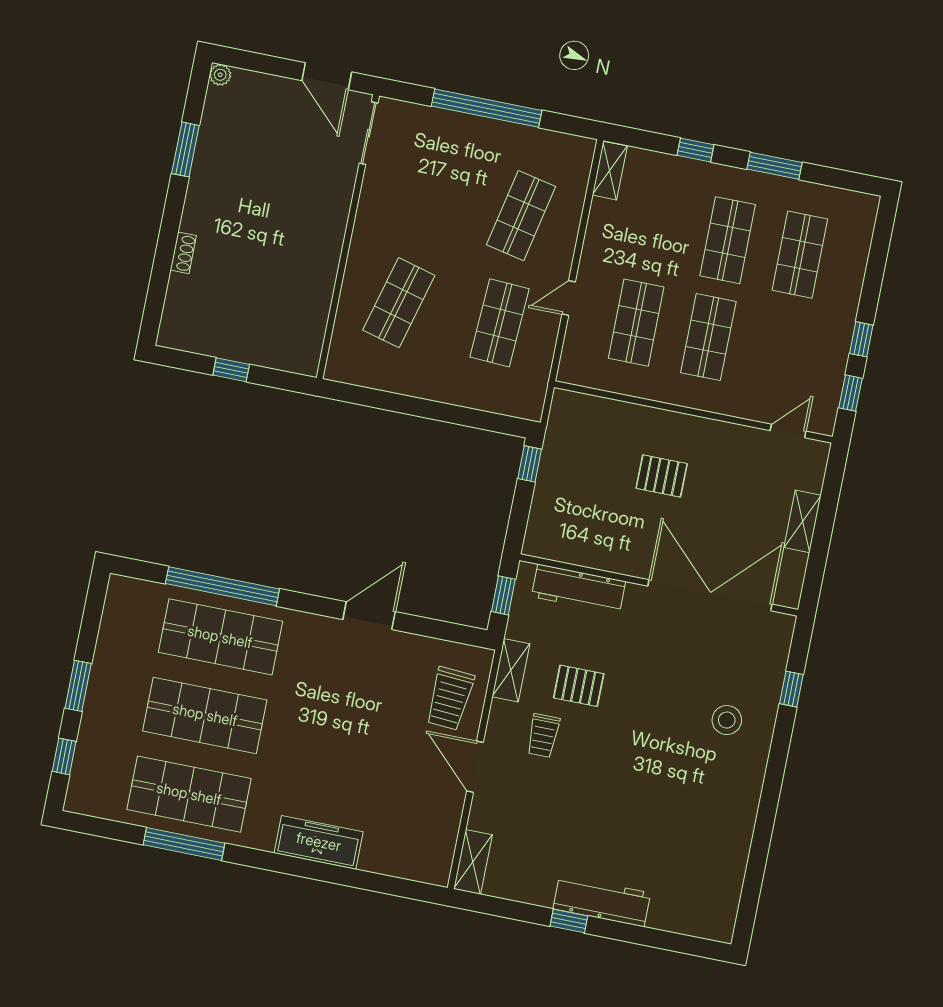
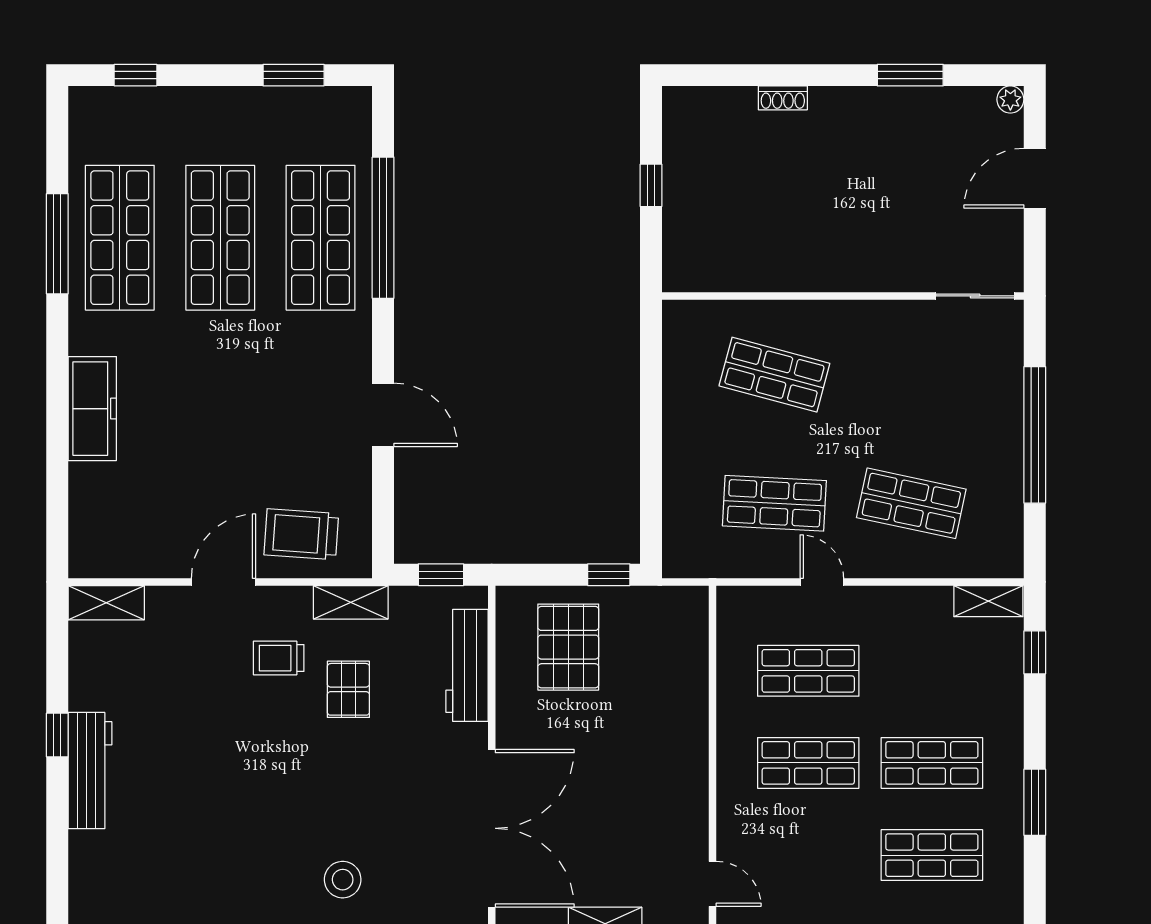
door: (327, 76) -> (1035, 178), moved
window: (695, 150) -> (1035, 652), moved
pallet: (662, 476) -> (568, 647), moved, width x1.50, depth x1.42
window: (78, 686) -> (294, 75), moved

